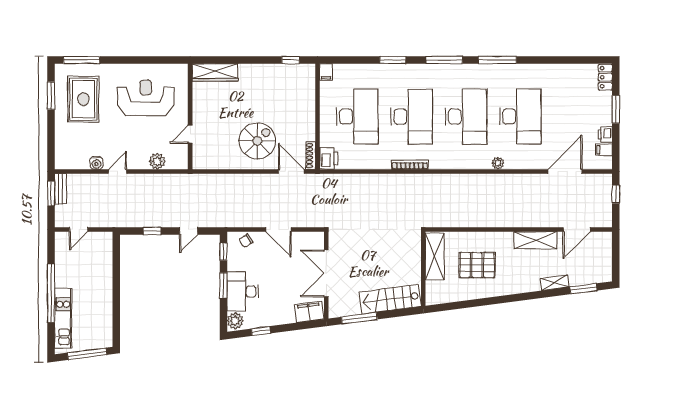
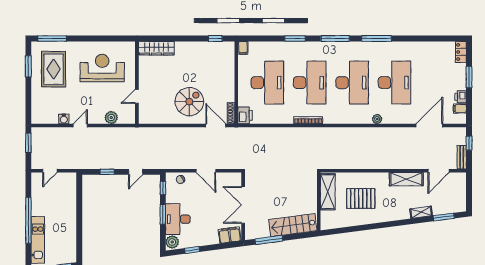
bench: (60, 189) -> (462, 157), moved

